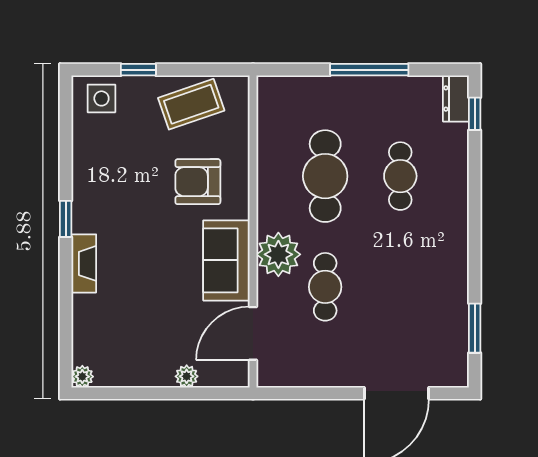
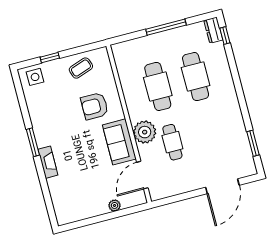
coffee table: (191, 104) -> (81, 68), width x0.73, depth x0.77
cafe table: (400, 176) -> (196, 77), width x1.37, depth x1.35
window: (66, 219) -> (33, 142), width x1.50
plant: (82, 377) -> (62, 219), removed

